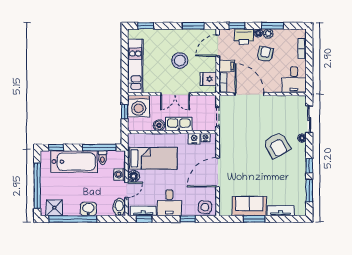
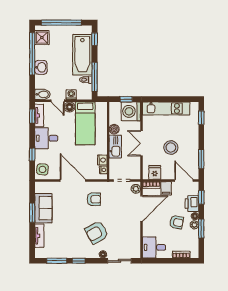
plant: (227, 100) -> (136, 189), added
armchair: (239, 148) -> (94, 199), added

